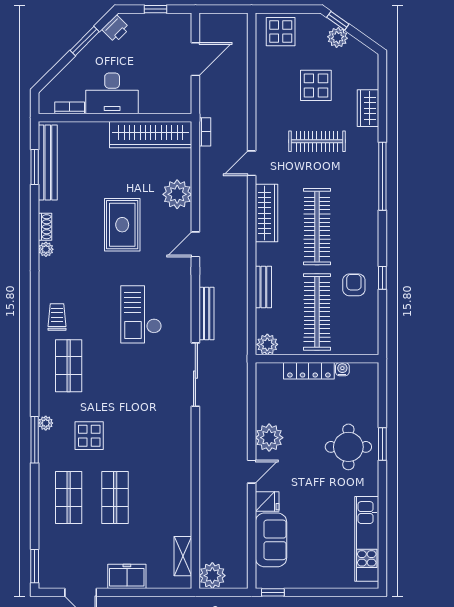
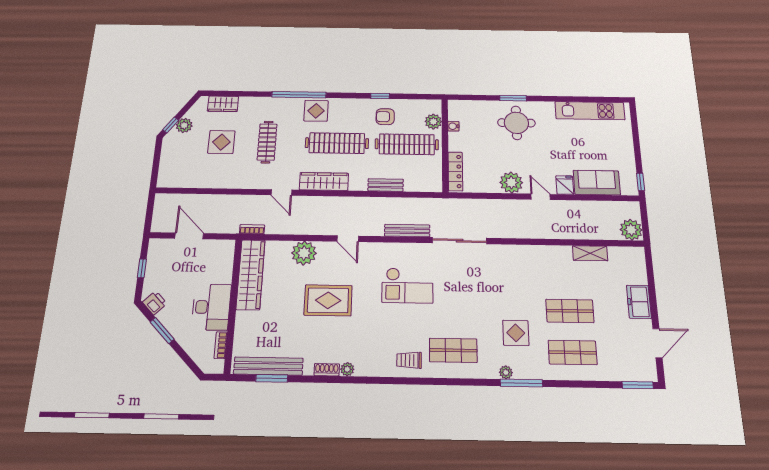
display table: (281, 32) -> (316, 111), moved
wardrobe: (368, 108) -> (223, 104), moved
plant: (267, 344) -> (433, 122), moved
locker: (309, 371) -> (455, 171), moved
shelving: (183, 556) -> (590, 253), moved

